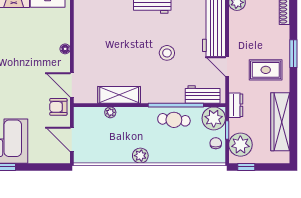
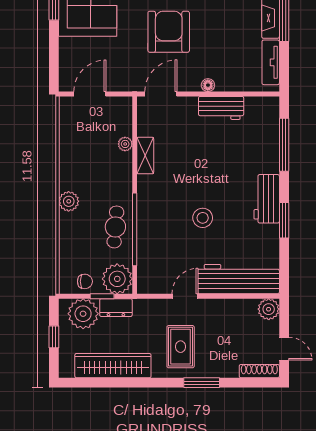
workbench: (203, 94) -> (221, 108), moved, turned 90
shelving: (119, 95) -> (145, 156), width x0.67, depth x0.75
dresser: (236, 105) -> (116, 308), moved
armchair: (58, 107) -> (169, 32), moved, width x1.88, depth x1.88
plant: (140, 156) -> (69, 201), moved
window: (246, 167) -> (54, 337), moved

